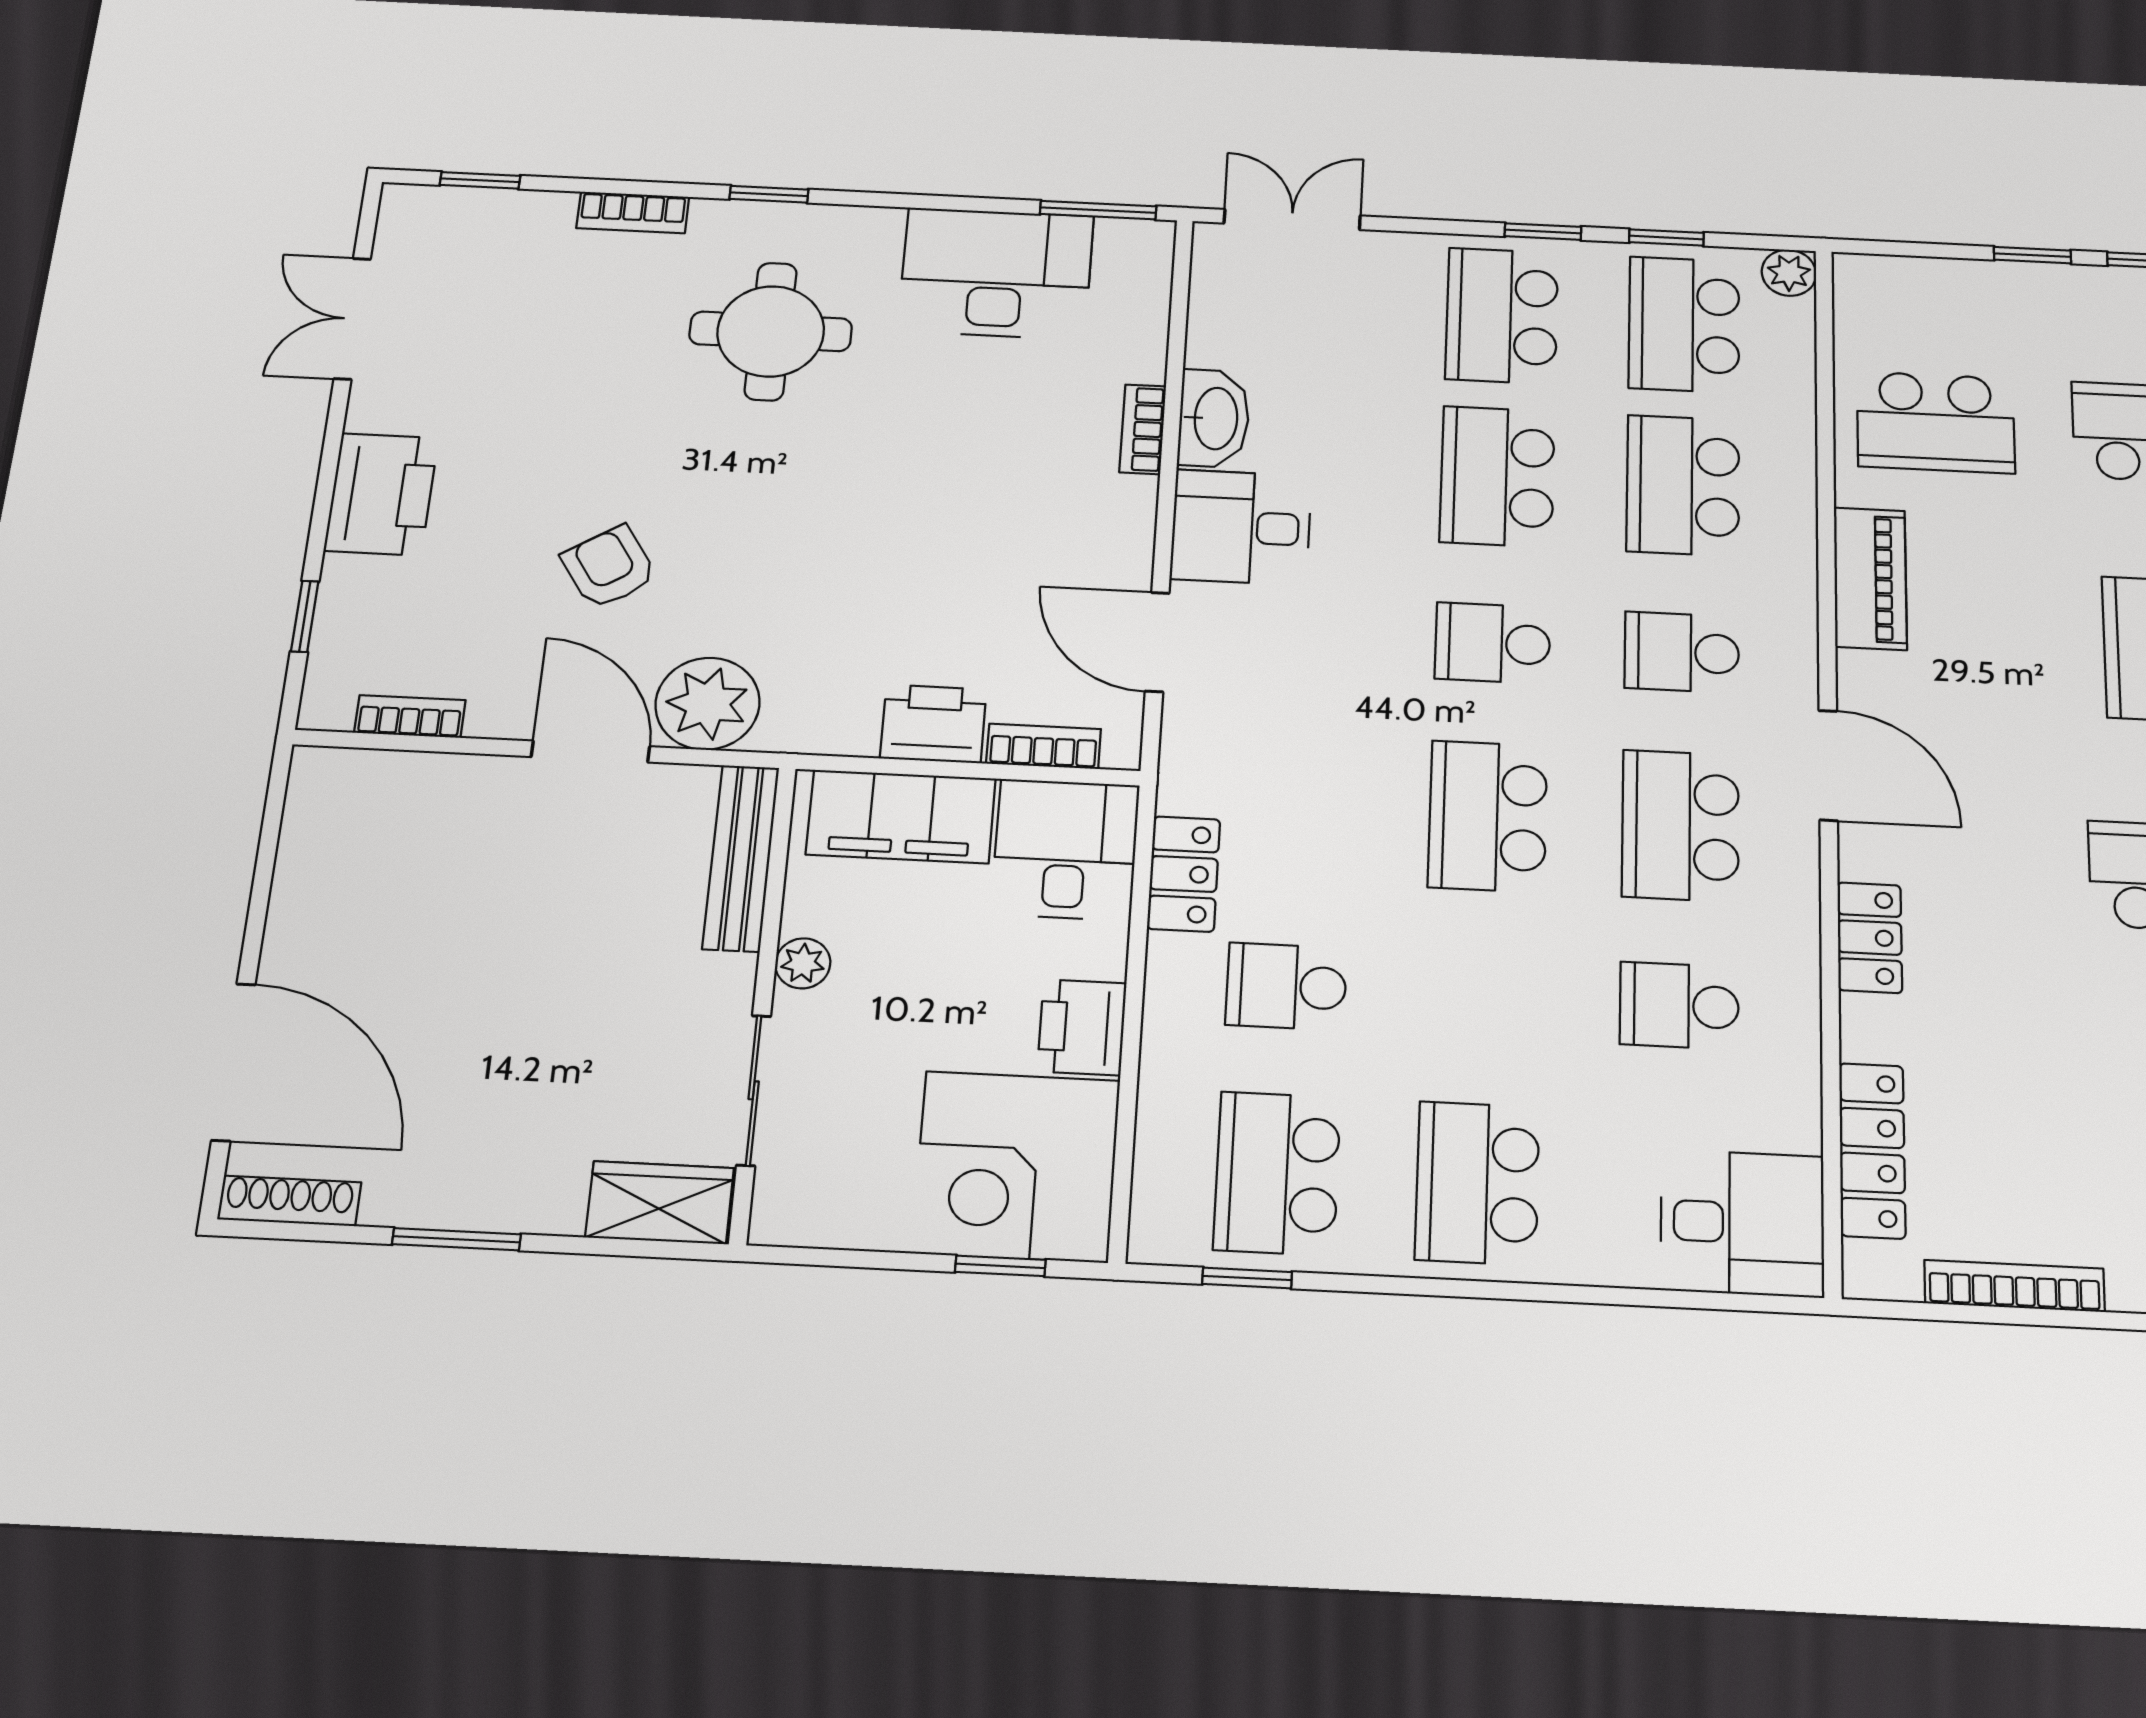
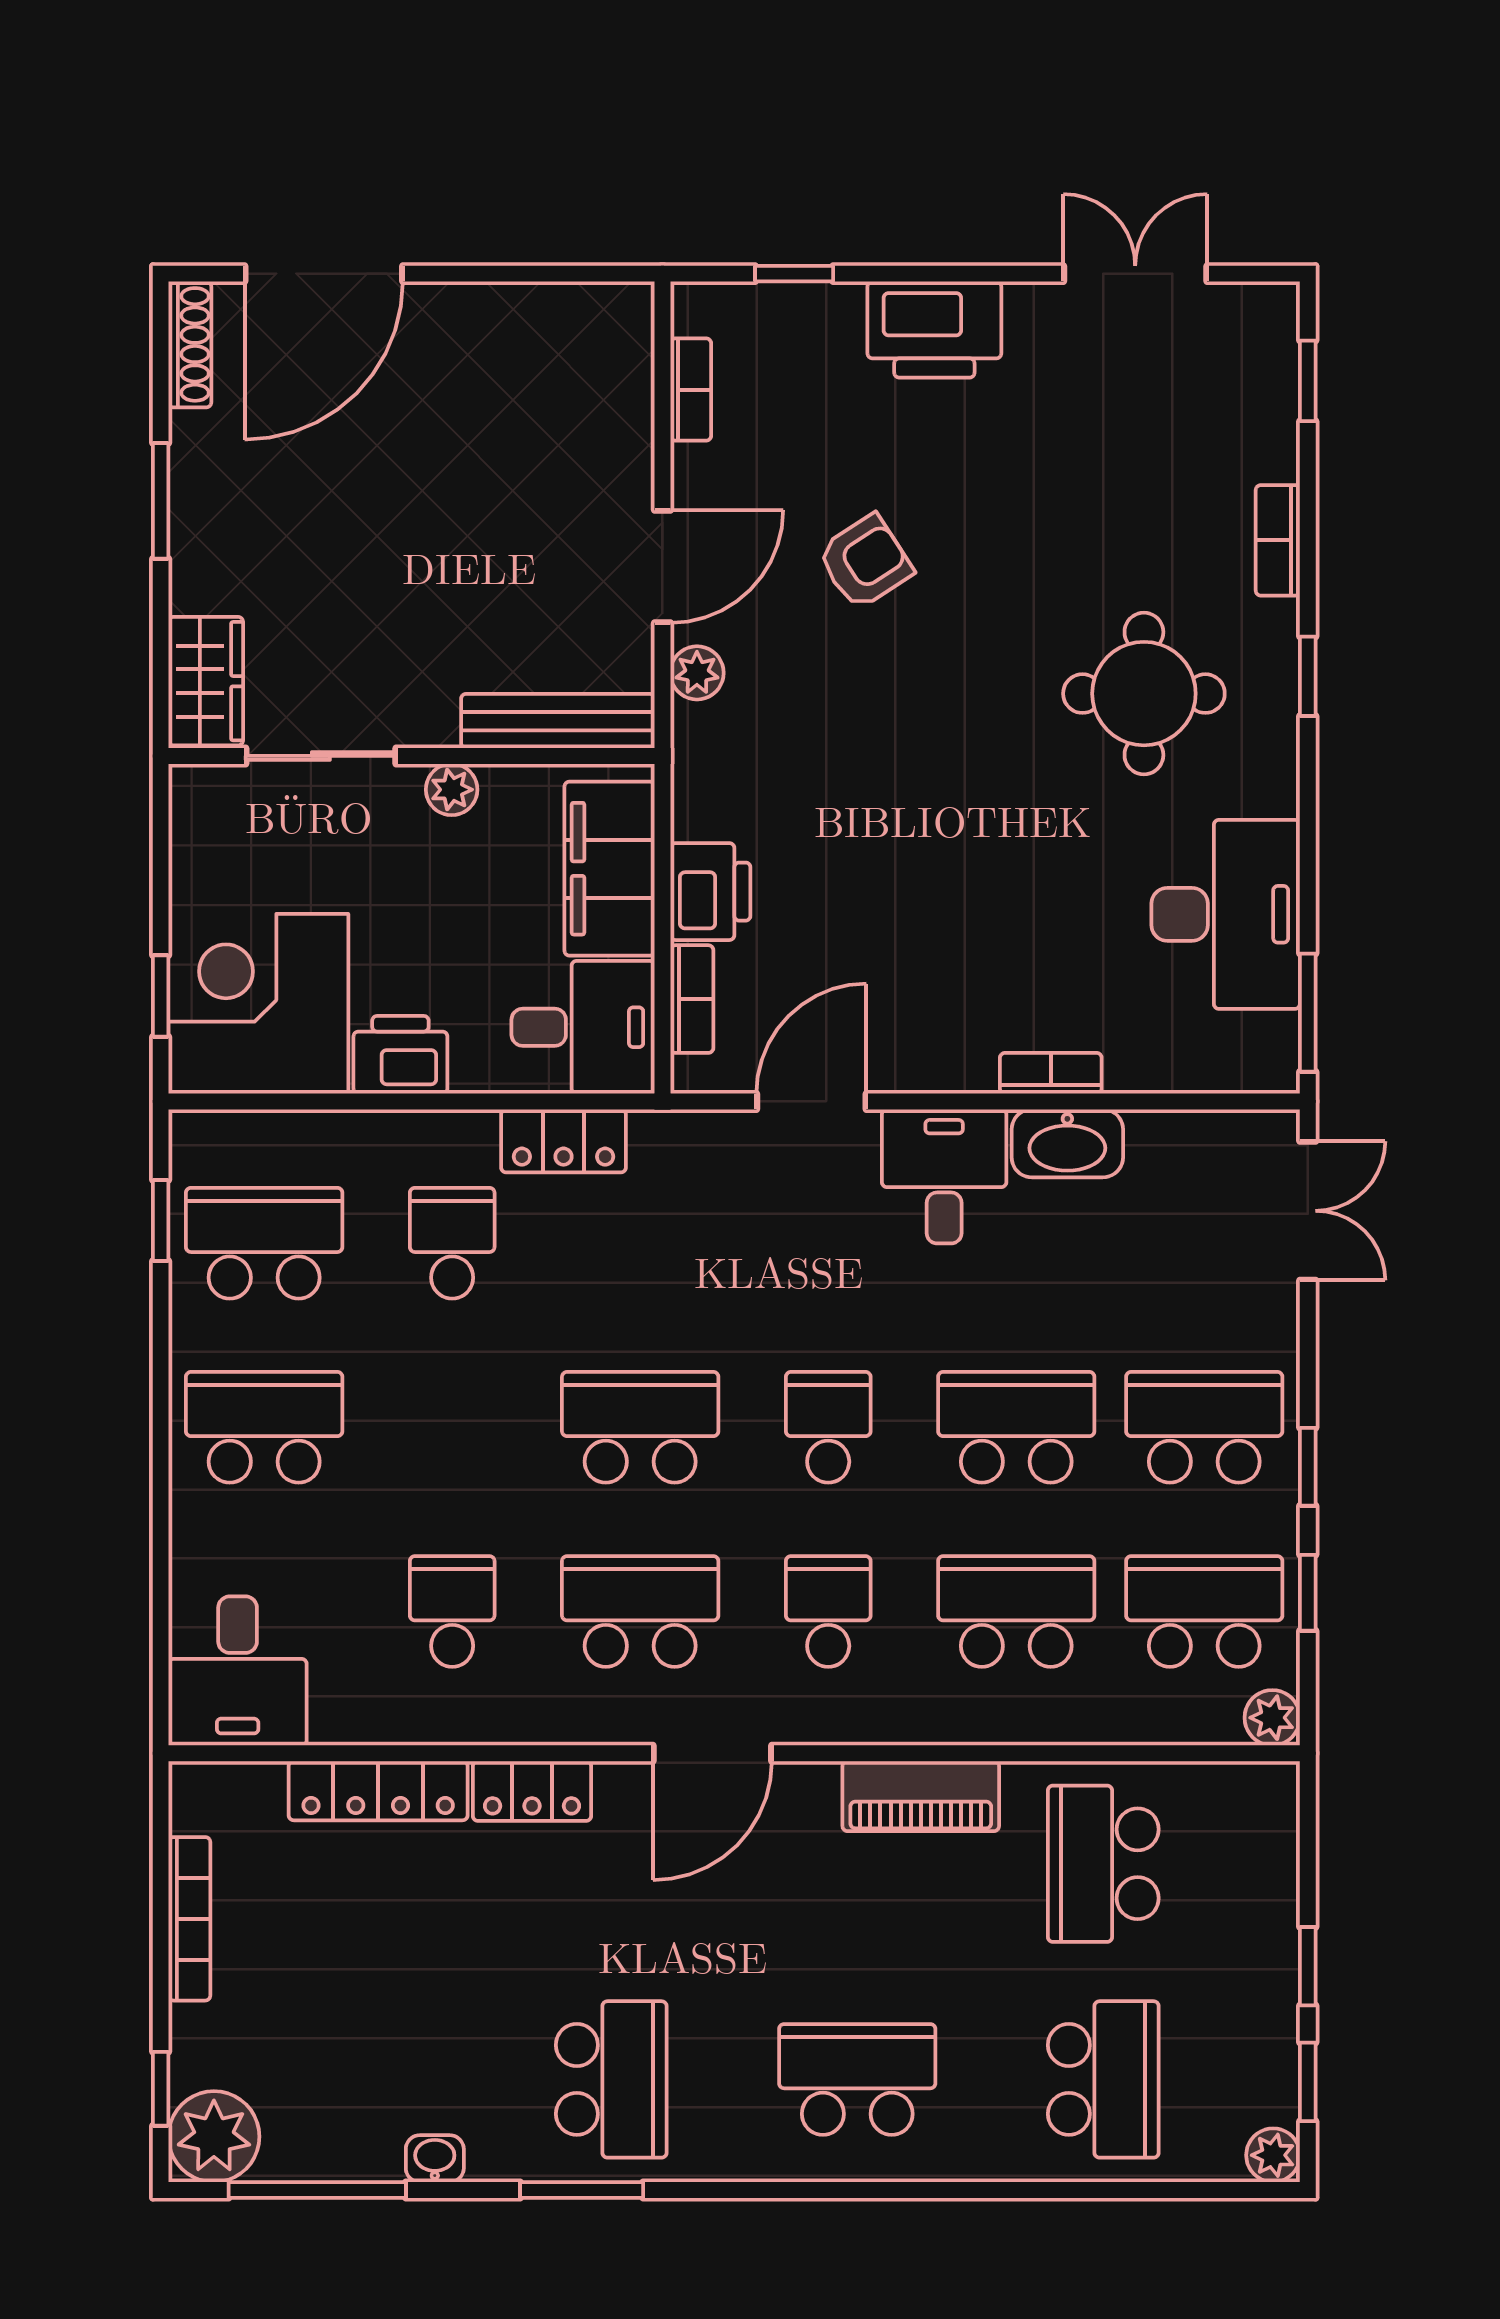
plant: (708, 704) -> (697, 673), width x0.53, depth x0.53
locker: (1872, 1150) -> (378, 1791), moved

